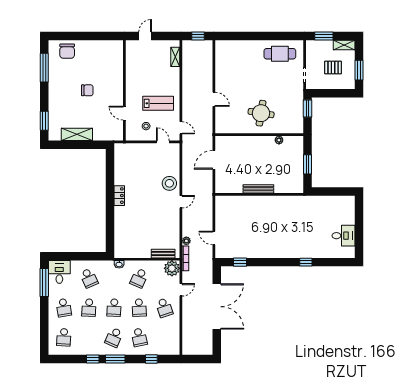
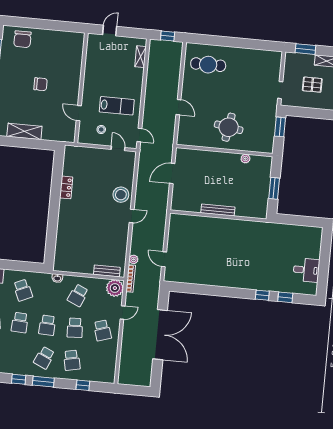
cafe table: (280, 54) -> (208, 65), moved
locker: (119, 196) -> (66, 187), moved
window: (240, 262) -> (285, 297), moved

